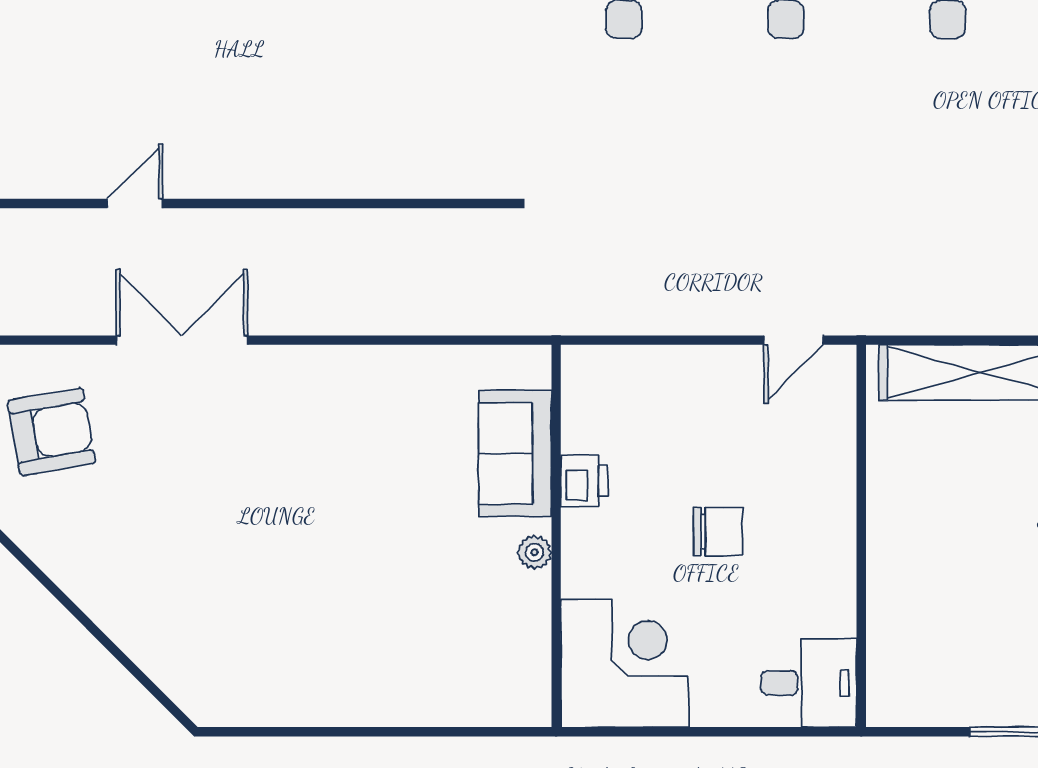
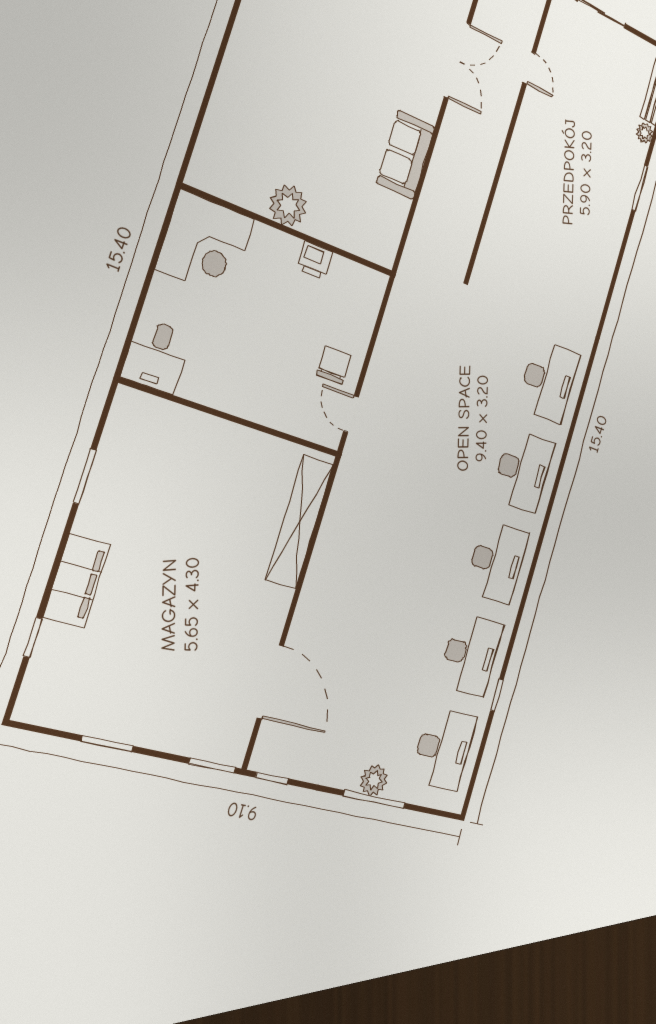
sofa: (515, 453) -> (406, 155), moved, turned -90
chair: (718, 531) -> (334, 365), moved, turned 180
plant: (534, 552) -> (288, 205), width x1.88, depth x1.88

